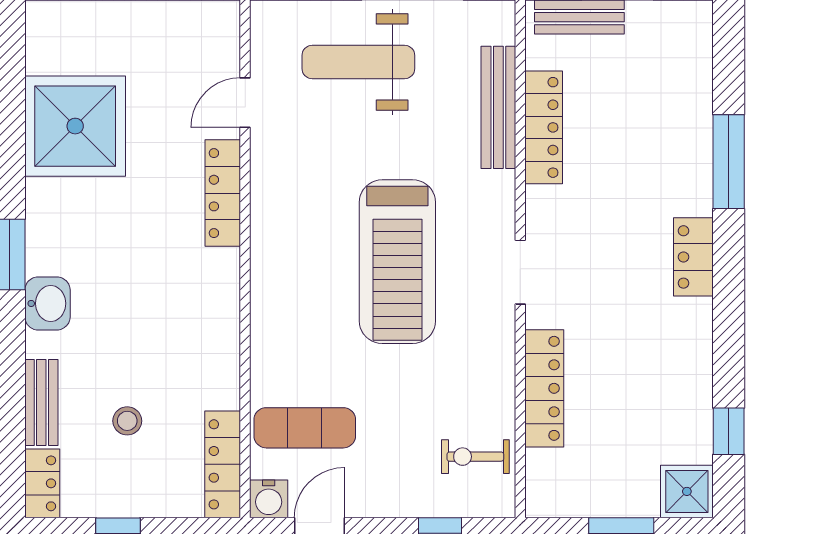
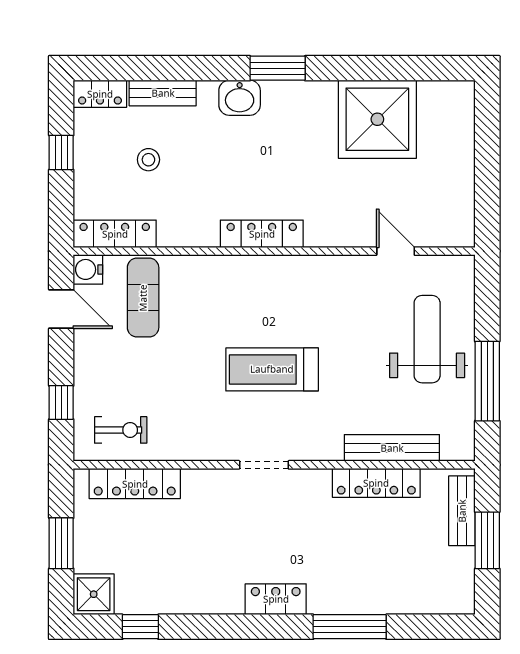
locker: (223, 193) -> (262, 234), moved
treadmill: (397, 262) -> (272, 369), width x0.73, depth x0.73
locker: (544, 388) -> (135, 484), moved
exercise bike: (475, 457) -> (121, 430), turned 90

